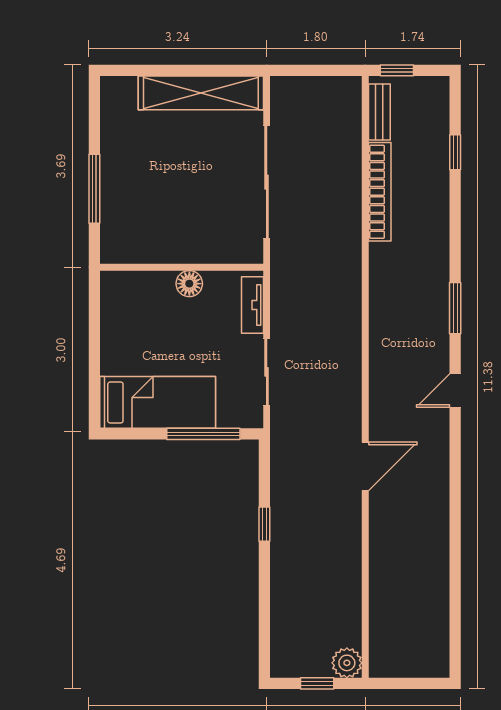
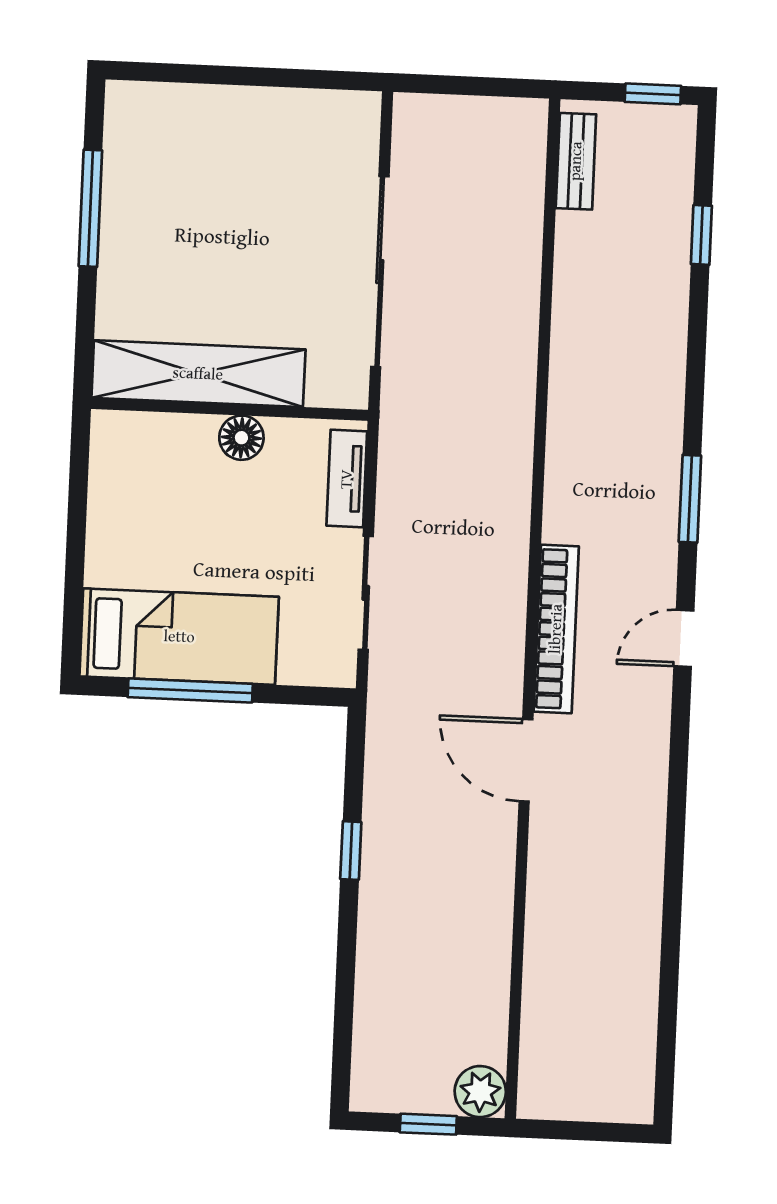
window: (397, 70) -> (653, 94), moved
shelving: (201, 93) -> (198, 374), moved
window: (94, 189) -> (90, 208), moved
bookcase: (380, 192) -> (556, 629), moved
window: (203, 434) -> (190, 691), moved
door: (365, 466) -> (526, 760), swing flipped

